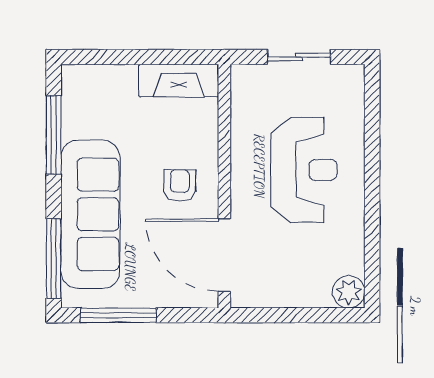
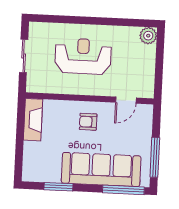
window: (54, 135) -> (58, 187), width x0.69
door: (224, 255) -> (126, 100), width x0.53

